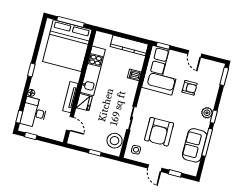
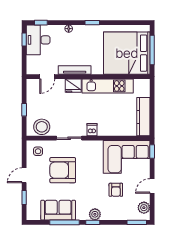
plant: (212, 66) -> (144, 208), added
dishwasher: (134, 75) -> (92, 130), moved
desk: (34, 113) -> (38, 40), moved, turned -90

